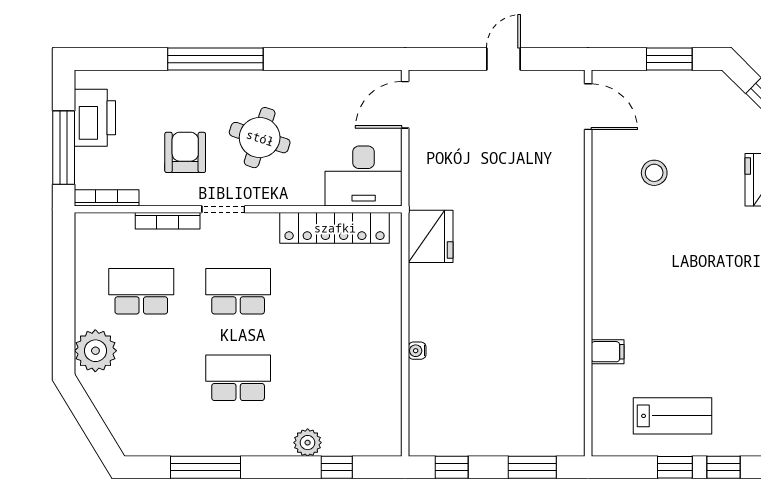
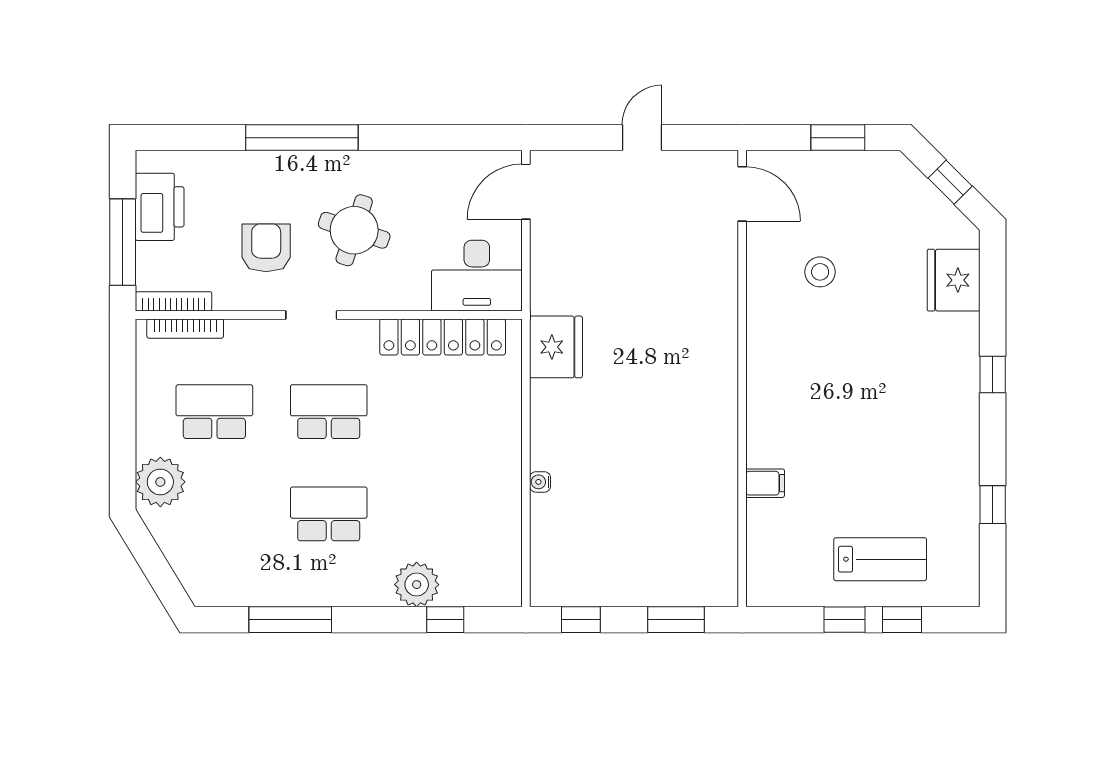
bookcase: (168, 221) -> (185, 329), moved
lab bench: (672, 416) -> (880, 559), moved
plant: (308, 443) -> (417, 585), width x1.36, depth x1.36

